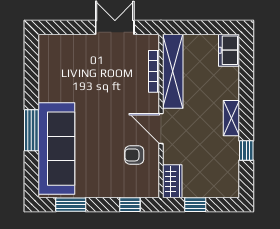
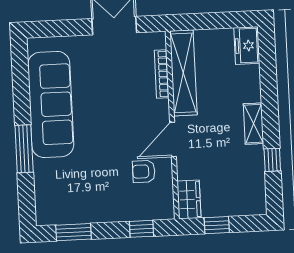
door: (161, 129) -> (173, 139), hinge flipped
sofa: (56, 149) -> (51, 104), moved

